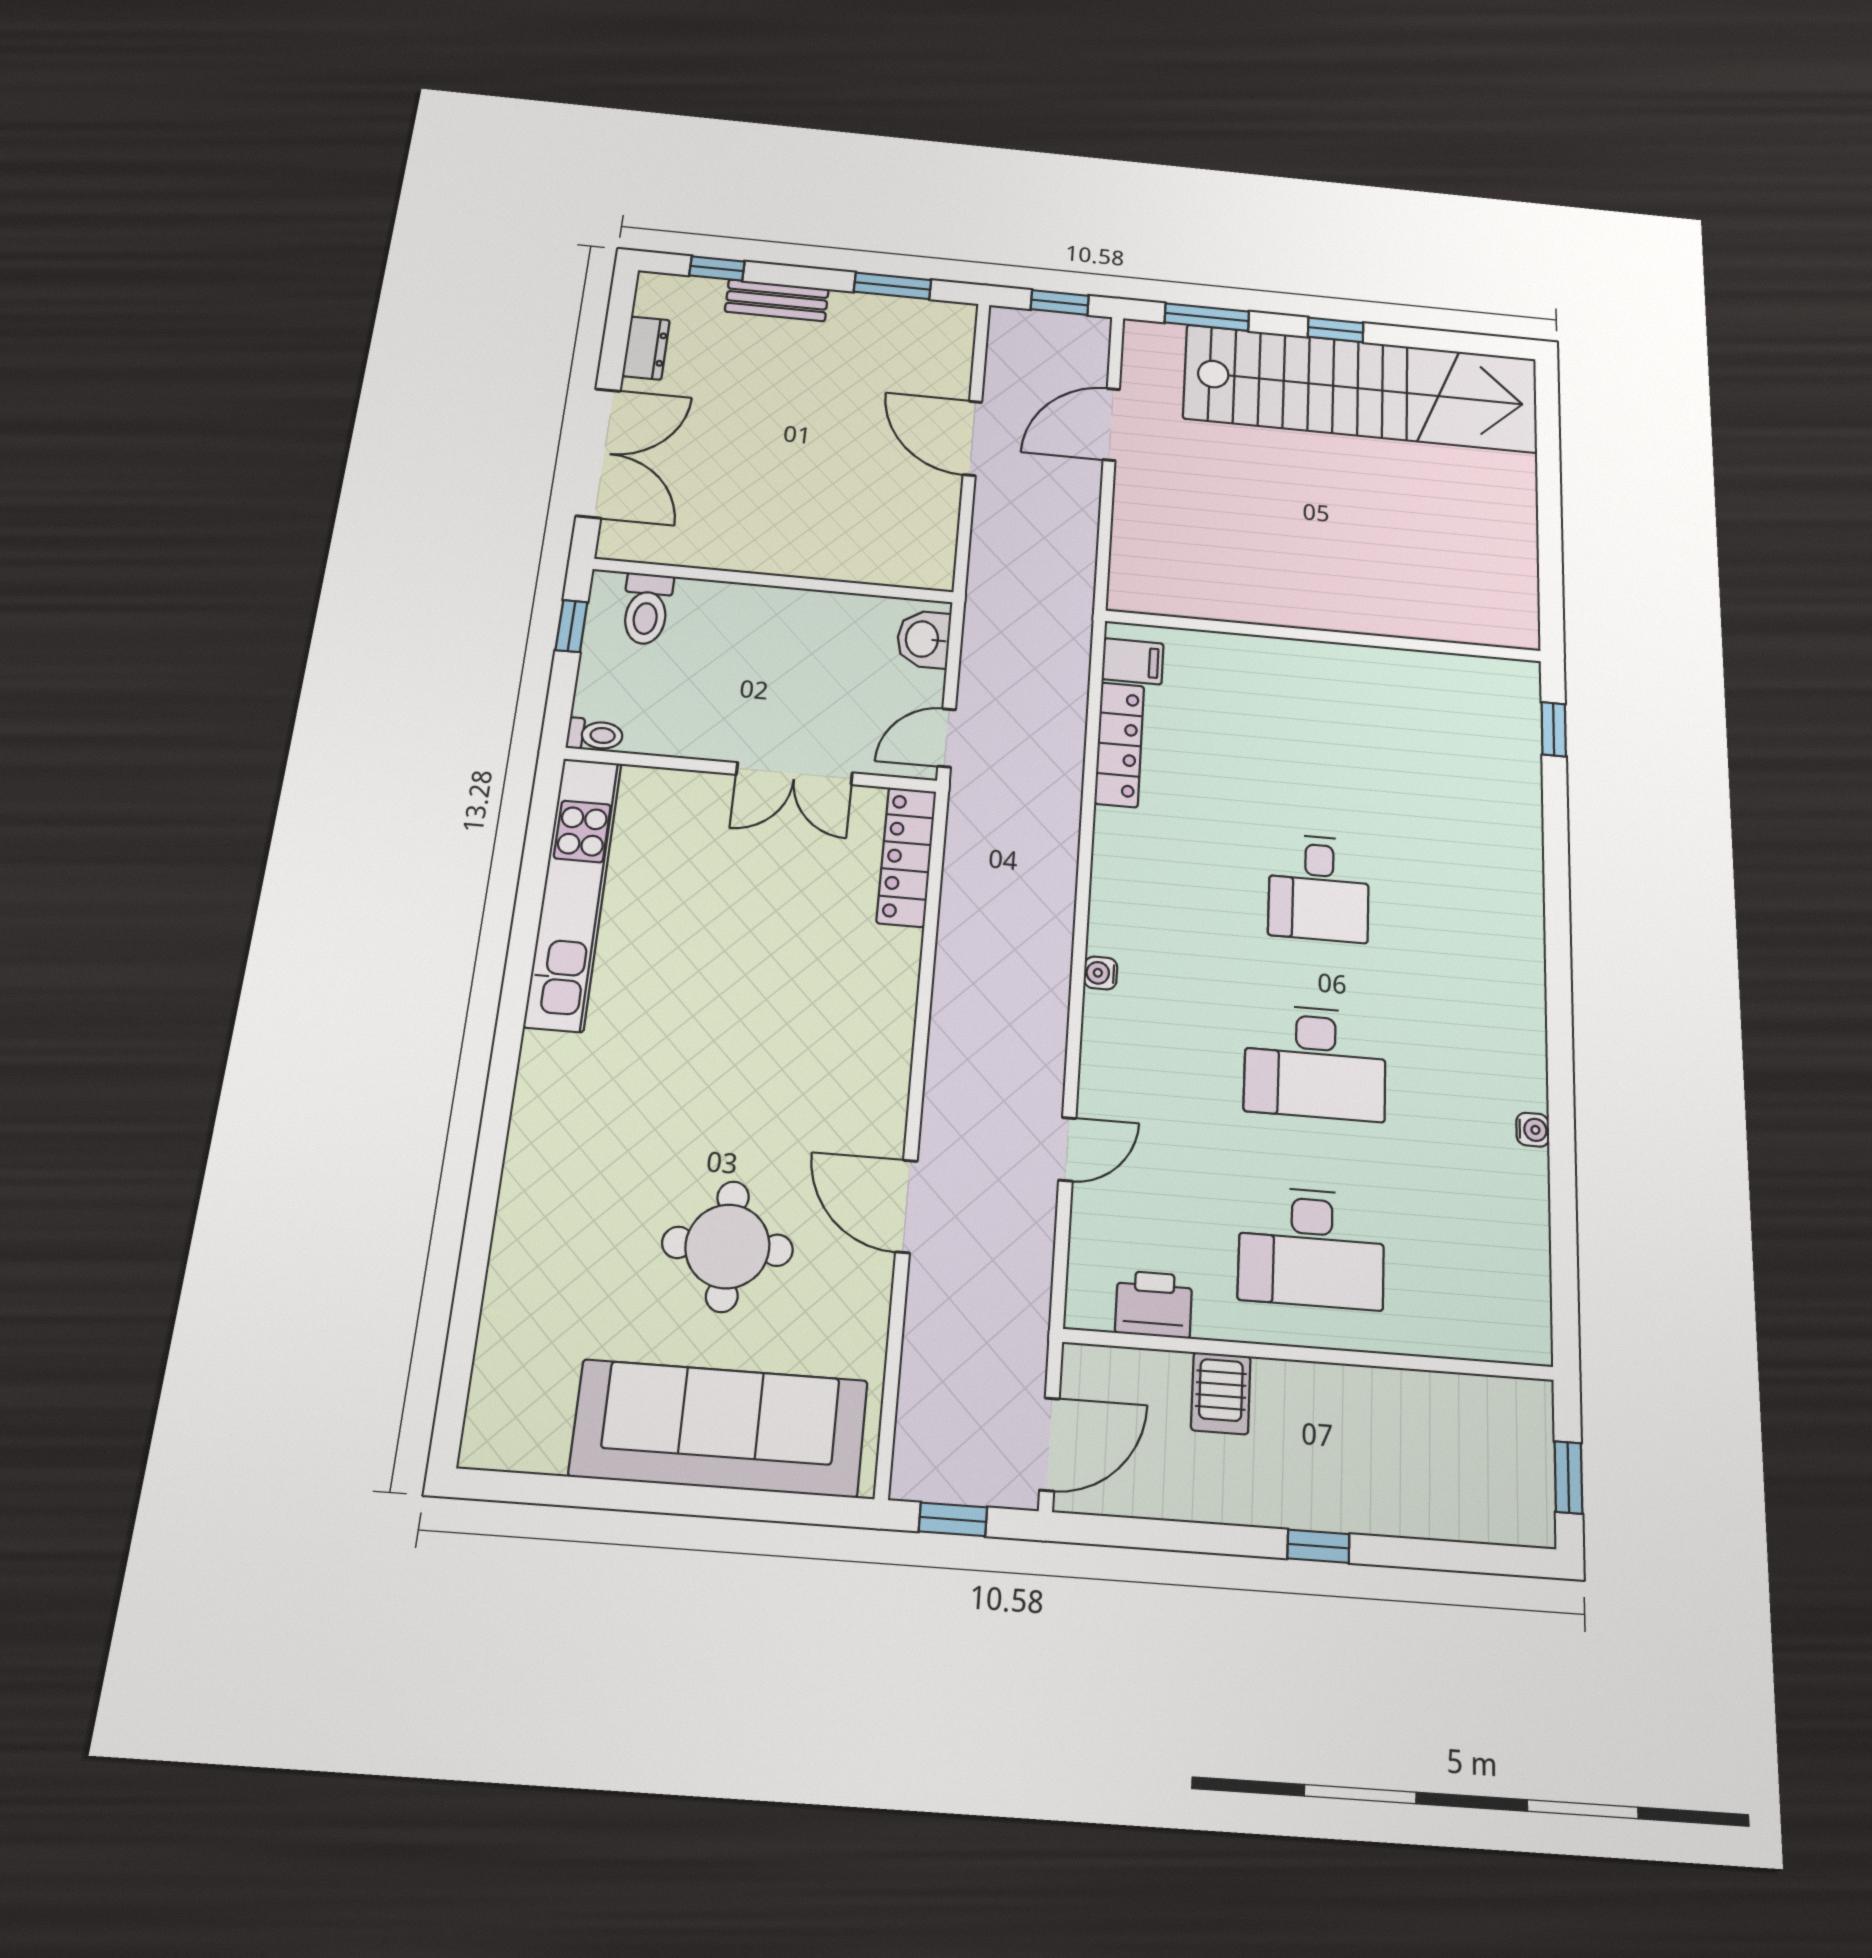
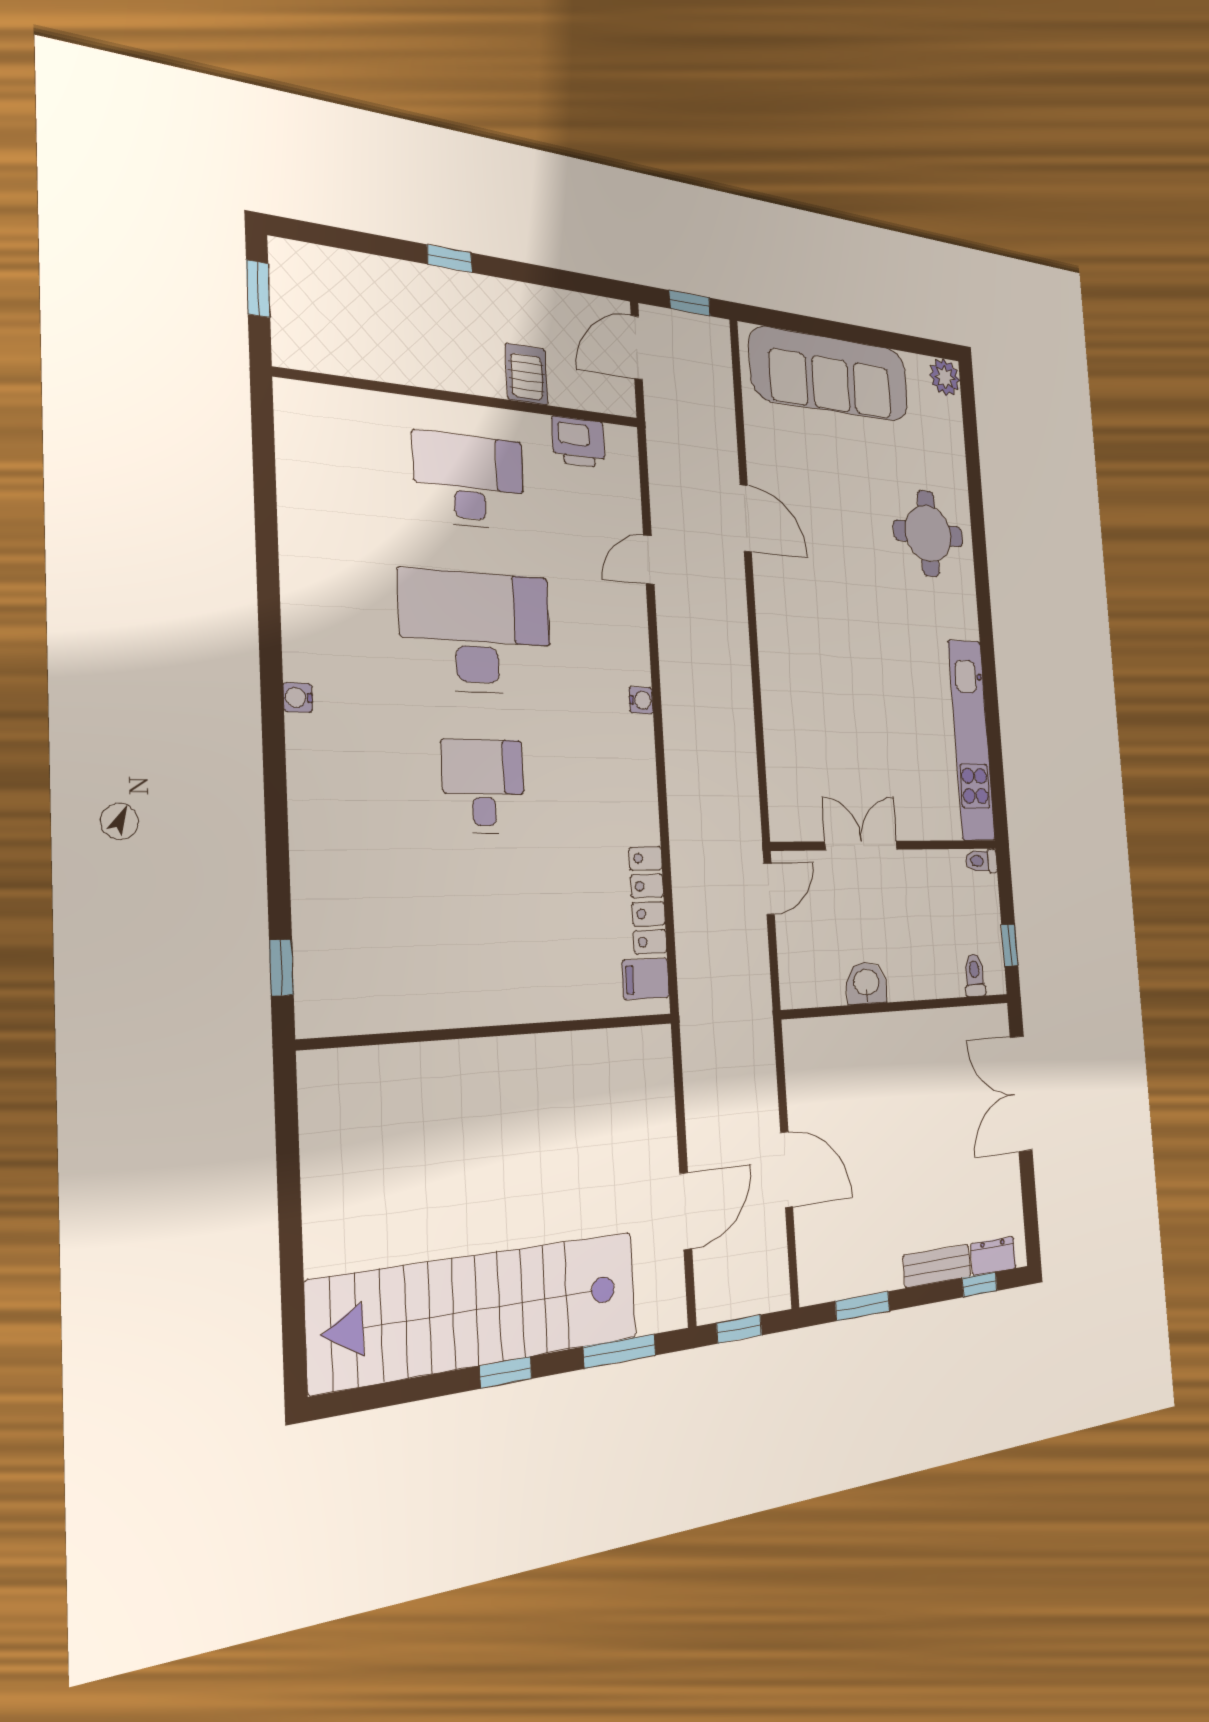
dresser: (646, 348) -> (993, 1256), moved, turned 90
toilet: (647, 609) -> (975, 975), width x0.73, depth x0.72
washbasin: (923, 639) -> (866, 983), moved, turned -90
locker: (906, 857) -> (782, 786), removed
desk: (1315, 1062) -> (476, 632), width x1.36, depth x1.30
water cooler: (1533, 1130) -> (298, 698), moved
round table: (727, 1246) -> (928, 533), moved
plant: (492, 1439) -> (945, 377), added

